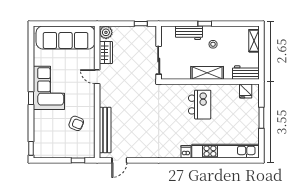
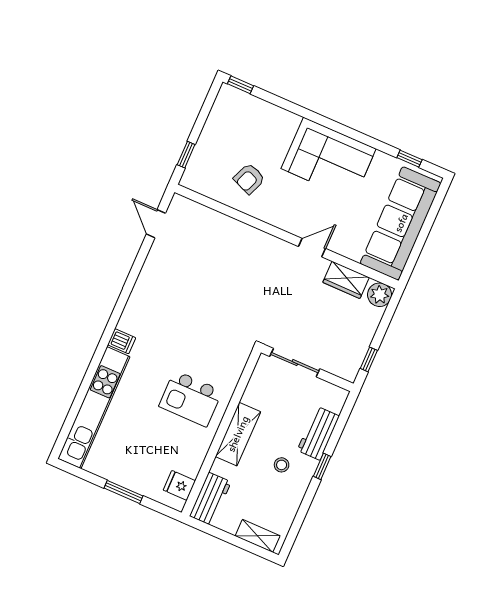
window: (31, 98) -> (409, 159), moved
bench: (105, 130) -> (217, 222), removed

